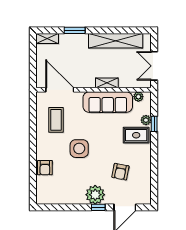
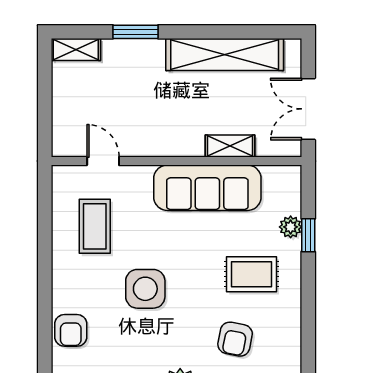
shelving: (107, 83) -> (230, 146), moved
door: (60, 90) -> (103, 161), width x0.53
plant: (138, 97) -> (274, 176), removed
rug: (136, 135) -> (251, 274), moved

